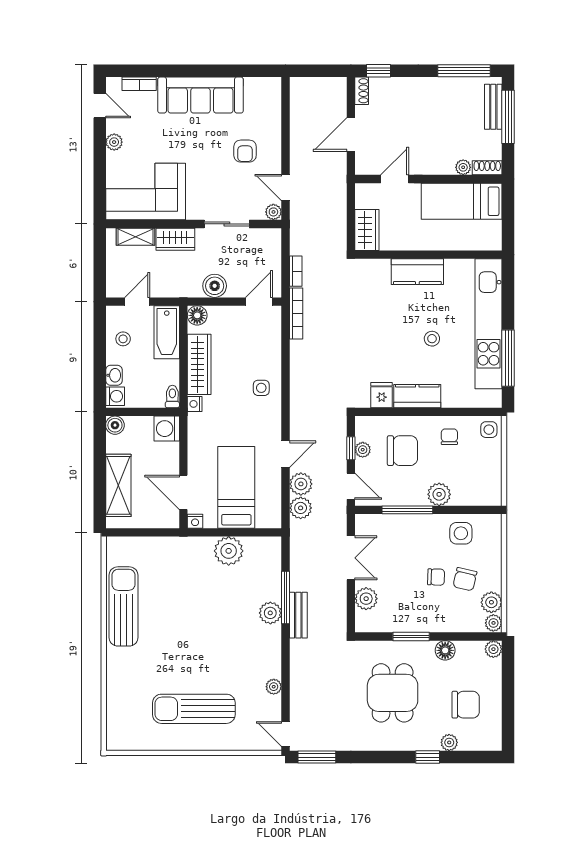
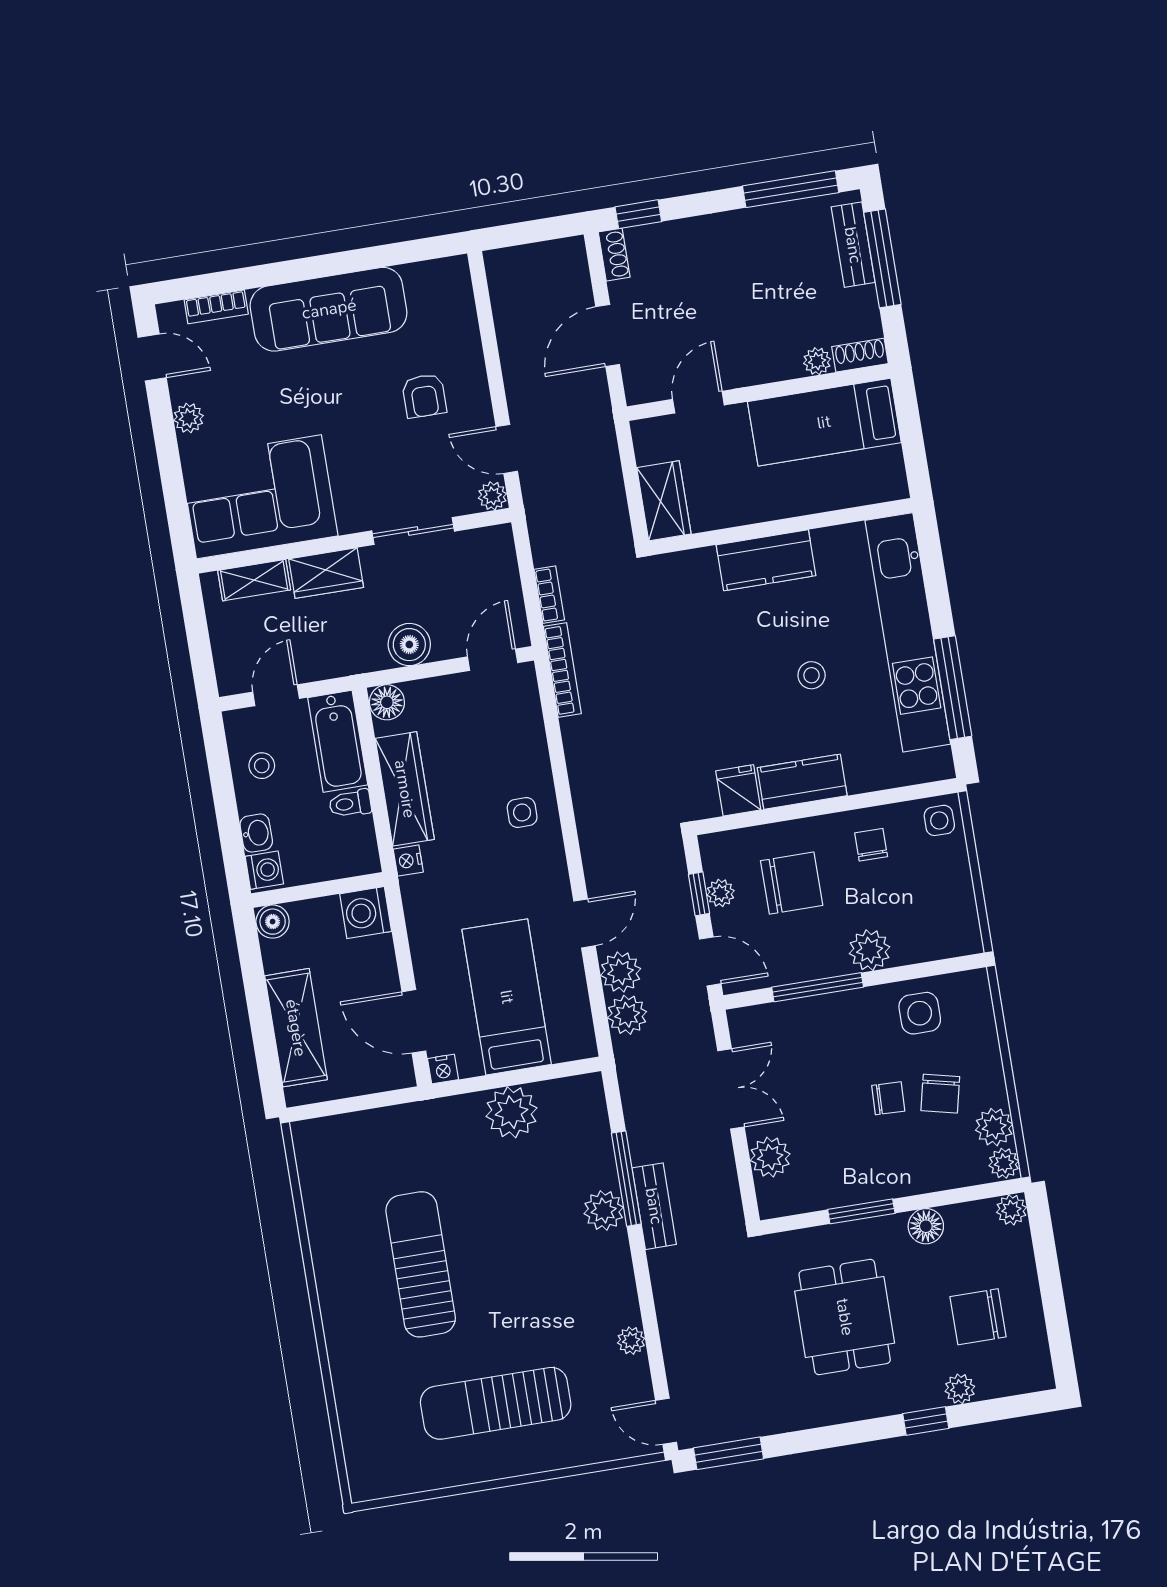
toilet: (172, 396) -> (350, 804), moved, turned -90
sun lounger: (123, 606) -> (421, 1264), moved
chair: (466, 705) -> (978, 1317), turned 180

